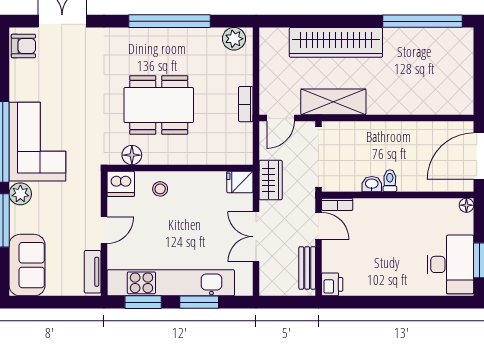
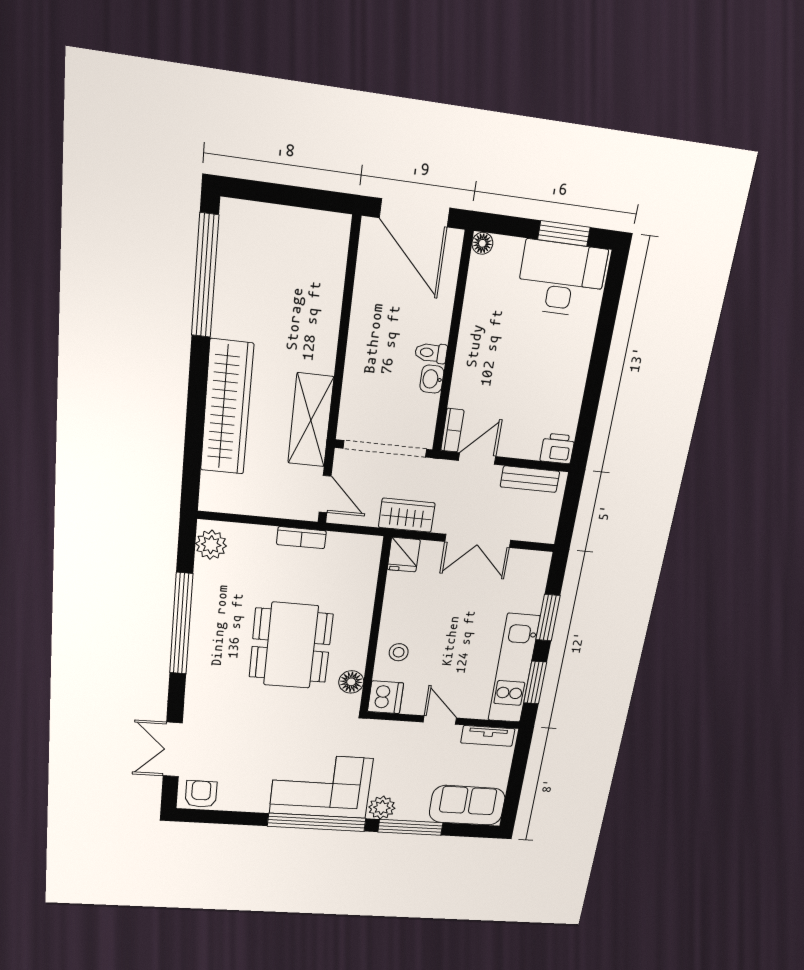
kitchen unit: (171, 283) -> (514, 669), width x0.73

